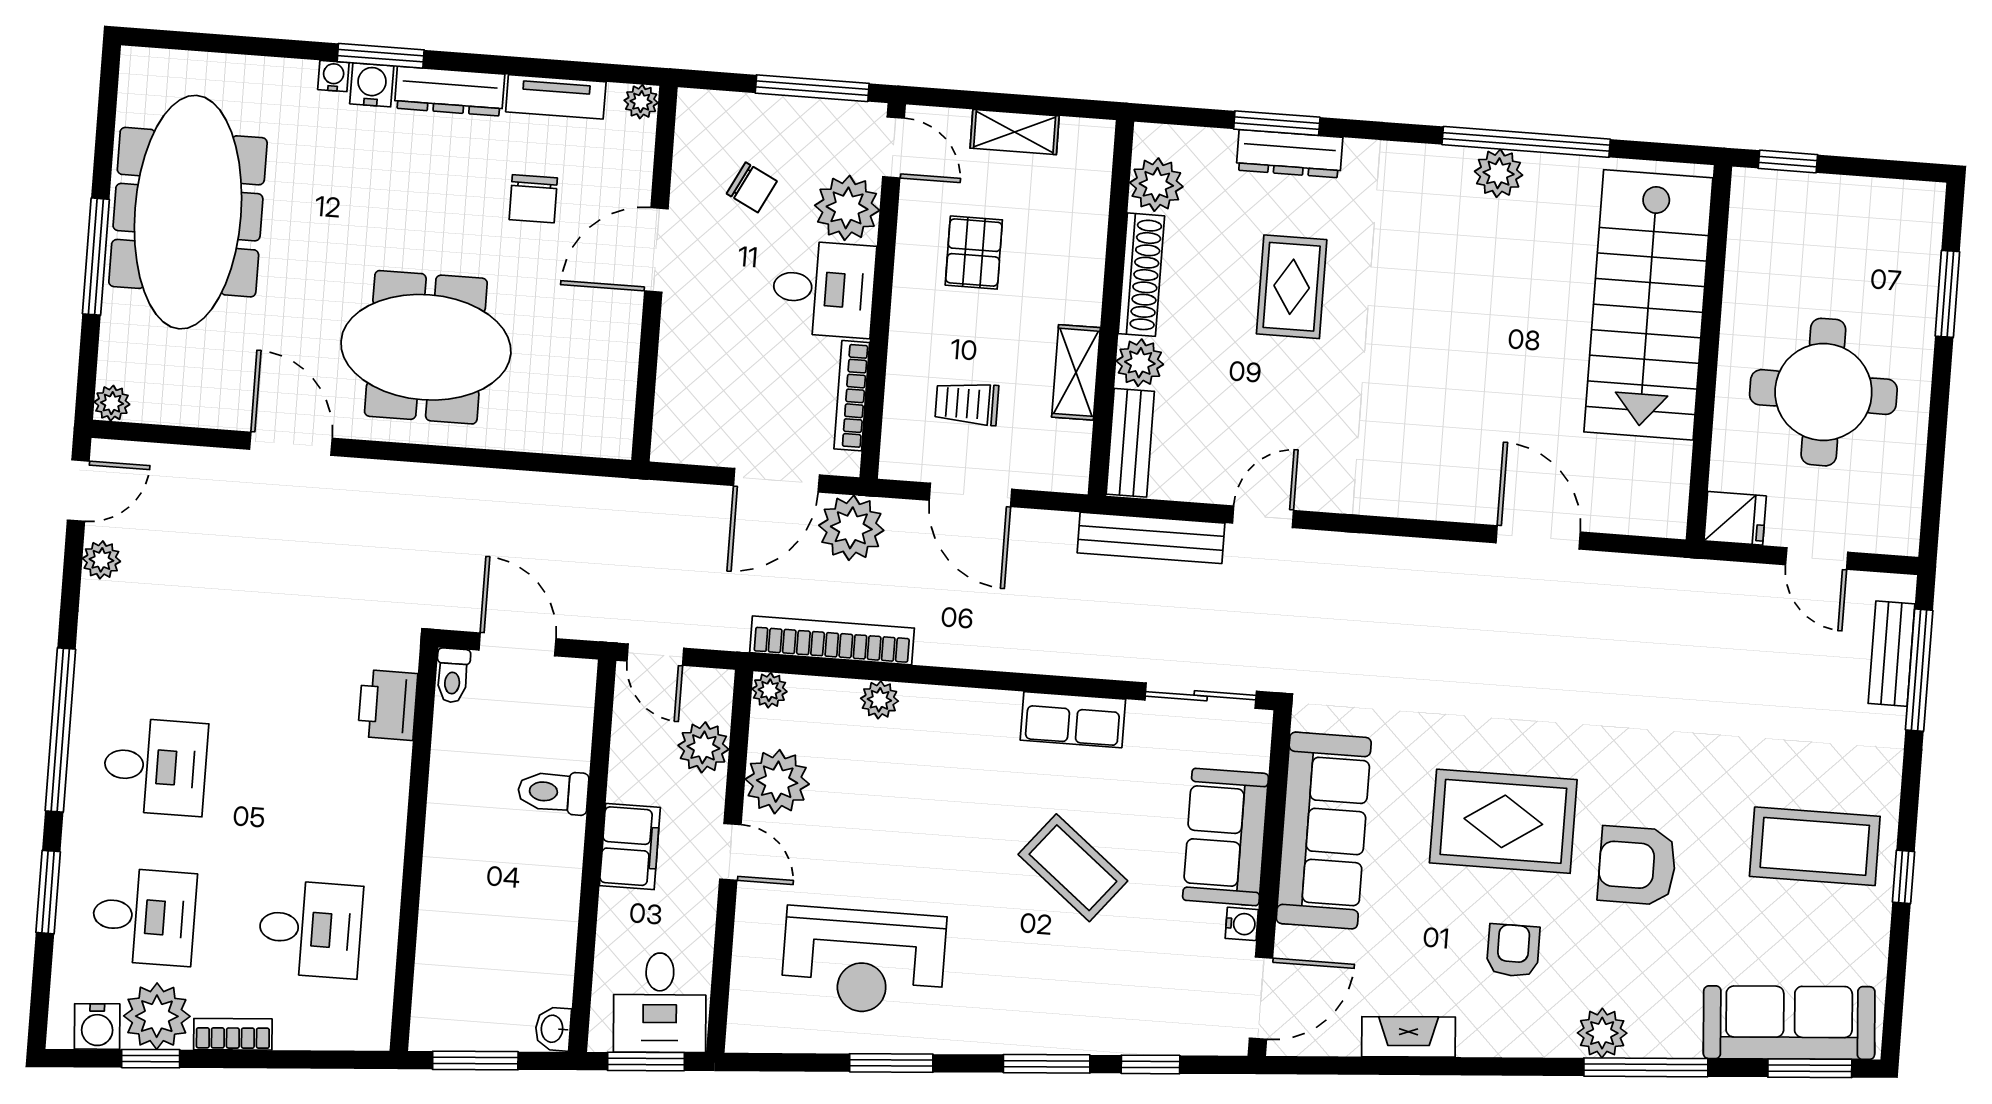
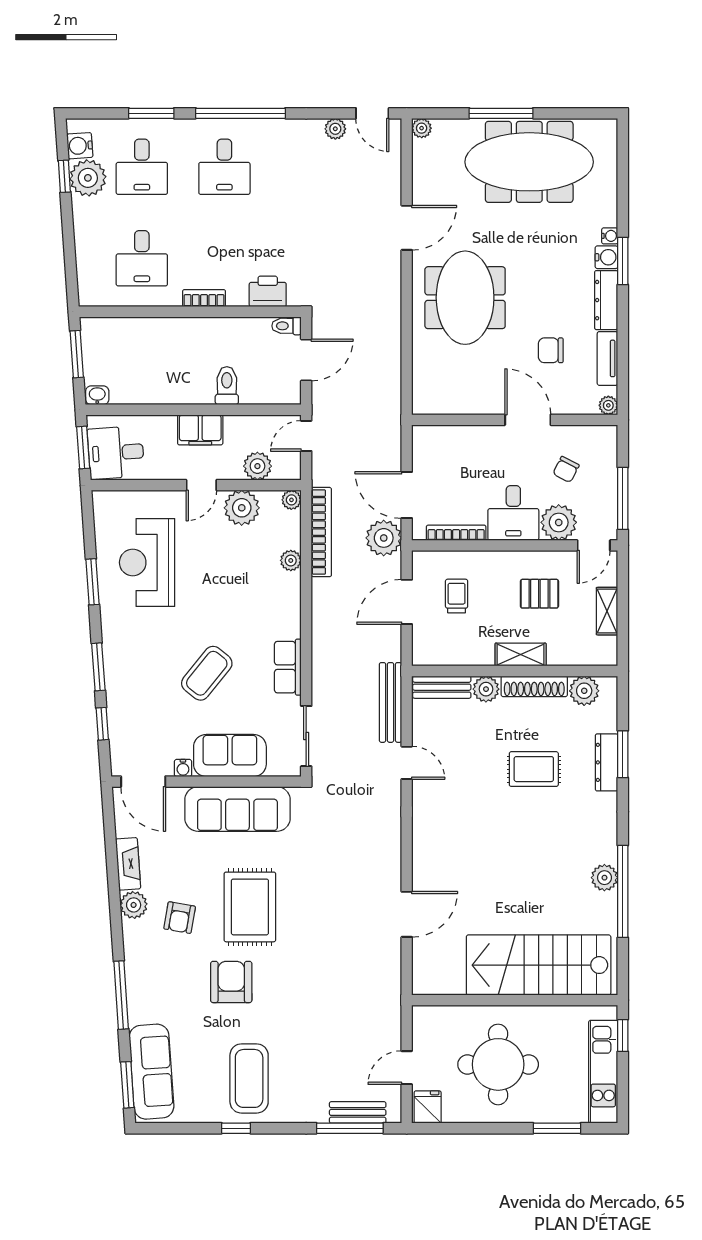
kitchen unit: (1851, 202) -> (603, 1072), added
shelving: (1076, 372) -> (521, 655), moved
fridge: (1735, 518) -> (428, 1107), moved, turned 180
armchair: (1513, 951) -> (180, 918), turned 100
plant: (1602, 1033) -> (134, 905), moved
bookcase: (233, 1034) -> (204, 298), moved, turned -86

